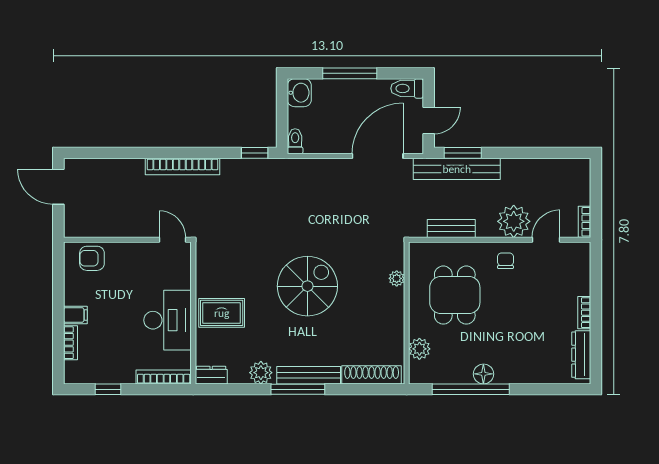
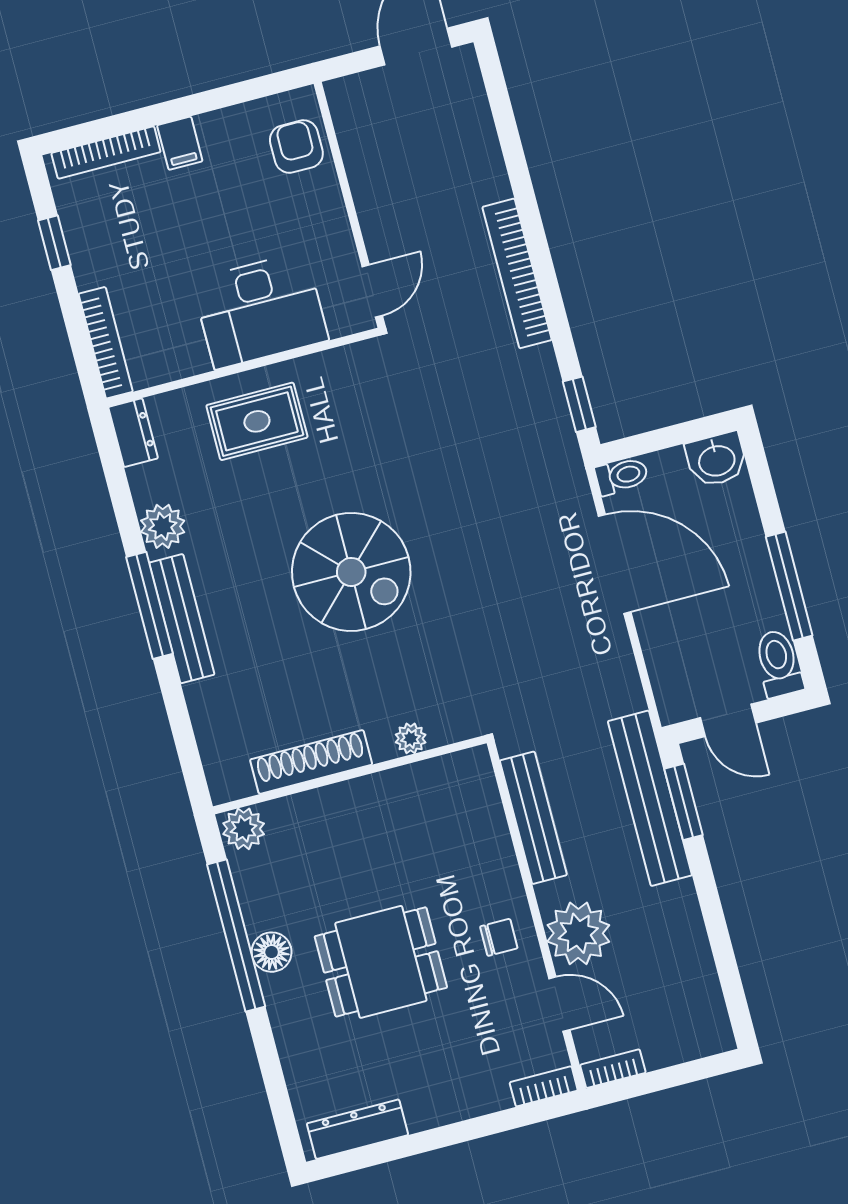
window: (350, 73) -> (789, 586), moved
door: (378, 156) -> (615, 564), moved
bench: (451, 228) -> (533, 818), width x1.36
dining table: (455, 295) -> (381, 962), moved
rug: (222, 313) -> (257, 421), turned 90
bookcase: (584, 313) -> (544, 1086), moved
desk: (168, 320) -> (260, 310), moved
bookcase: (70, 343) -> (106, 152), width x1.56
plant: (419, 349) -> (244, 829), moved
shoe rack: (372, 375) -> (311, 762), moved, turned -90

